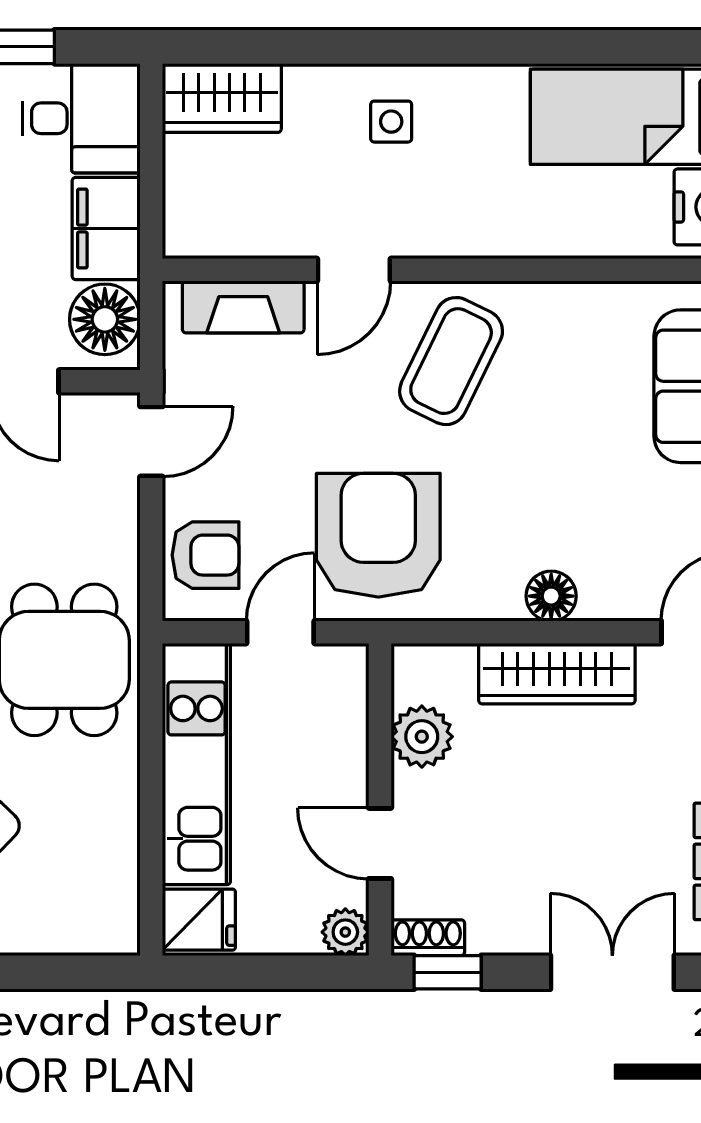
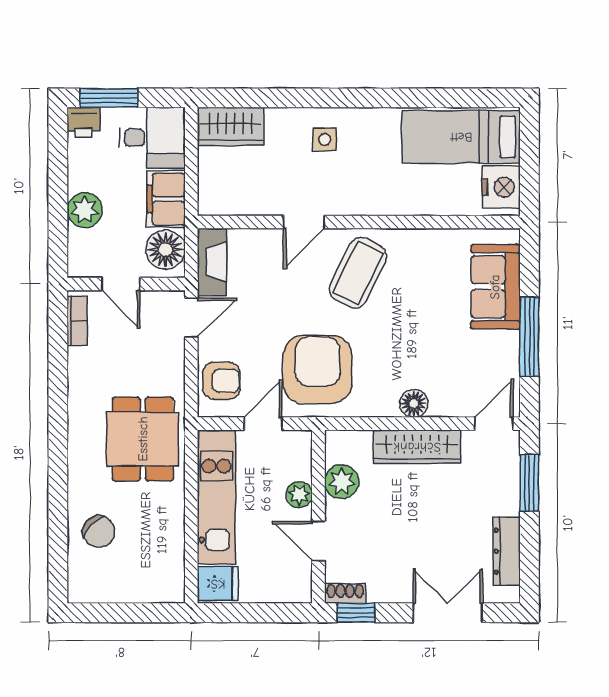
fireplace: (243, 307) -> (212, 262), moved, turned -90
plant: (345, 932) -> (299, 495), moved

